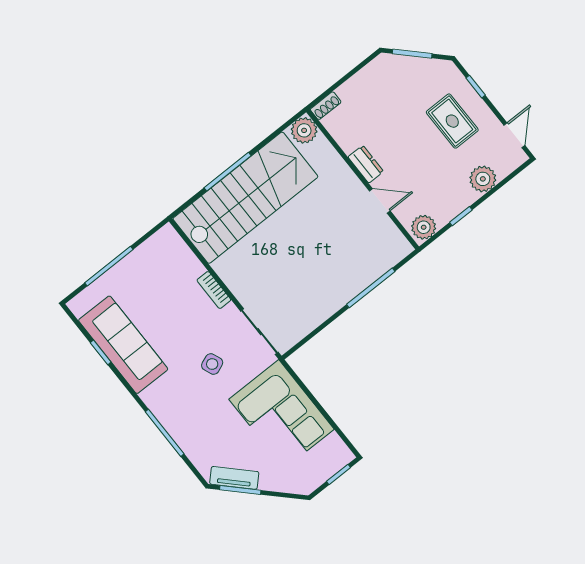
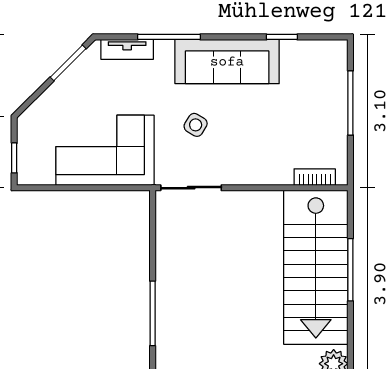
bookcase: (214, 290) -> (315, 177), moved
sofa: (123, 345) -> (227, 62), moved
side table: (212, 364) -> (196, 125), turned -37
tv unit: (234, 478) -> (127, 49), moved, turned 45

